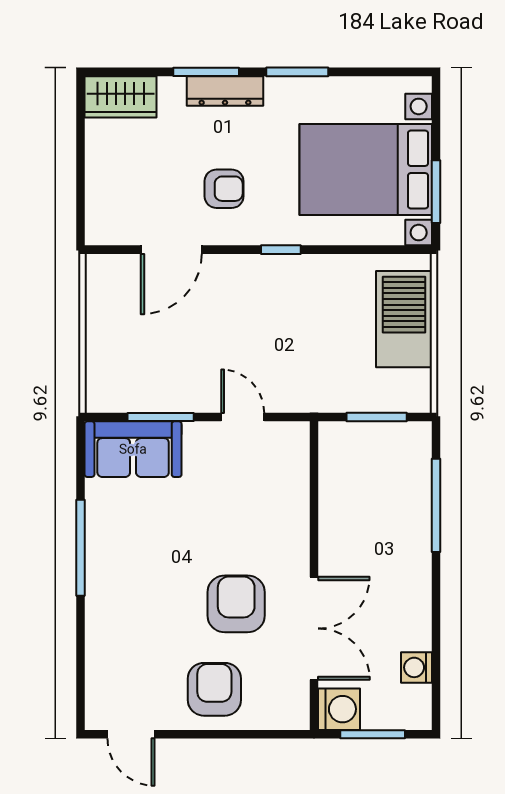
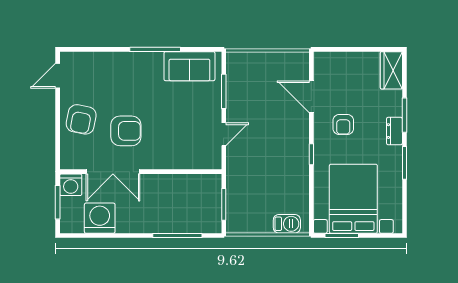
dresser: (225, 91) -> (394, 131), width x0.70
barbecue: (404, 319) -> (287, 224), width x0.53, depth x0.65
sofa: (133, 449) -> (189, 66), moved, turned -90
washing machine: (417, 667) -> (100, 218), width x1.89, depth x1.89
armchair: (214, 689) -> (81, 119), turned 101

